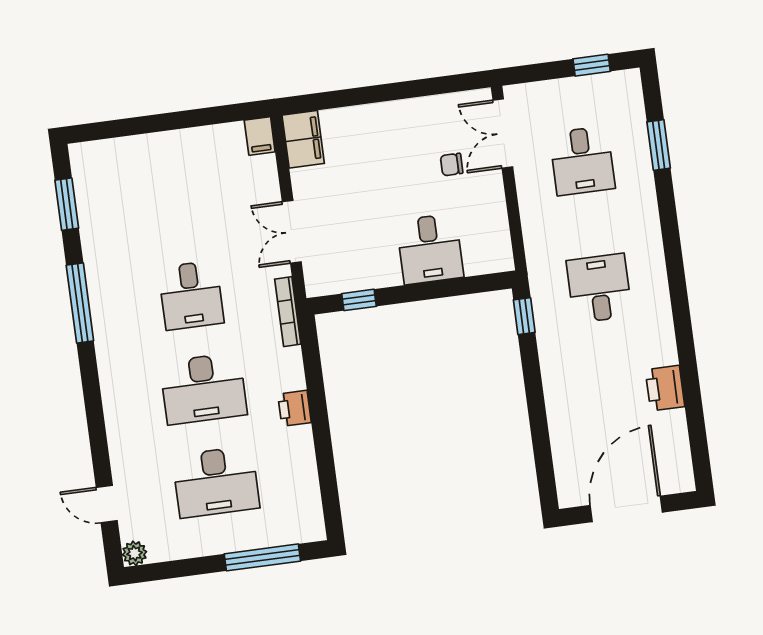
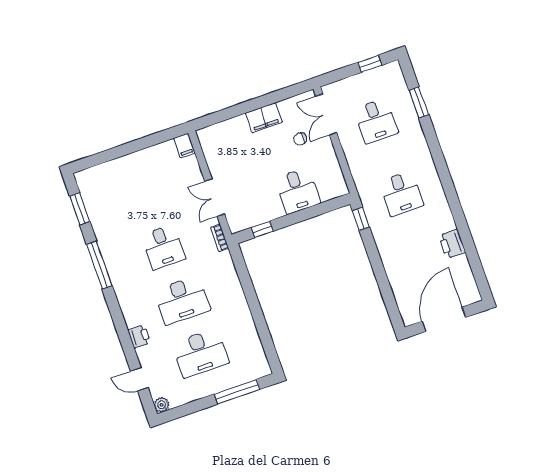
filing cabinet: (303, 139) -> (264, 118), moved, turned 90
desk: (599, 288) -> (401, 193), turned 180
bookcase: (288, 312) -> (220, 238), width x0.64
printer: (294, 408) -> (139, 336), moved, turned 180

